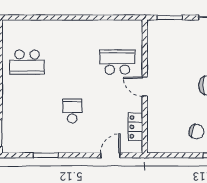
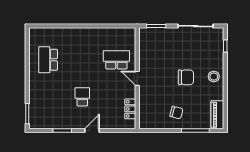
school desk: (27, 62) -> (48, 60), turned 90
door: (110, 155) -> (92, 131), moved

